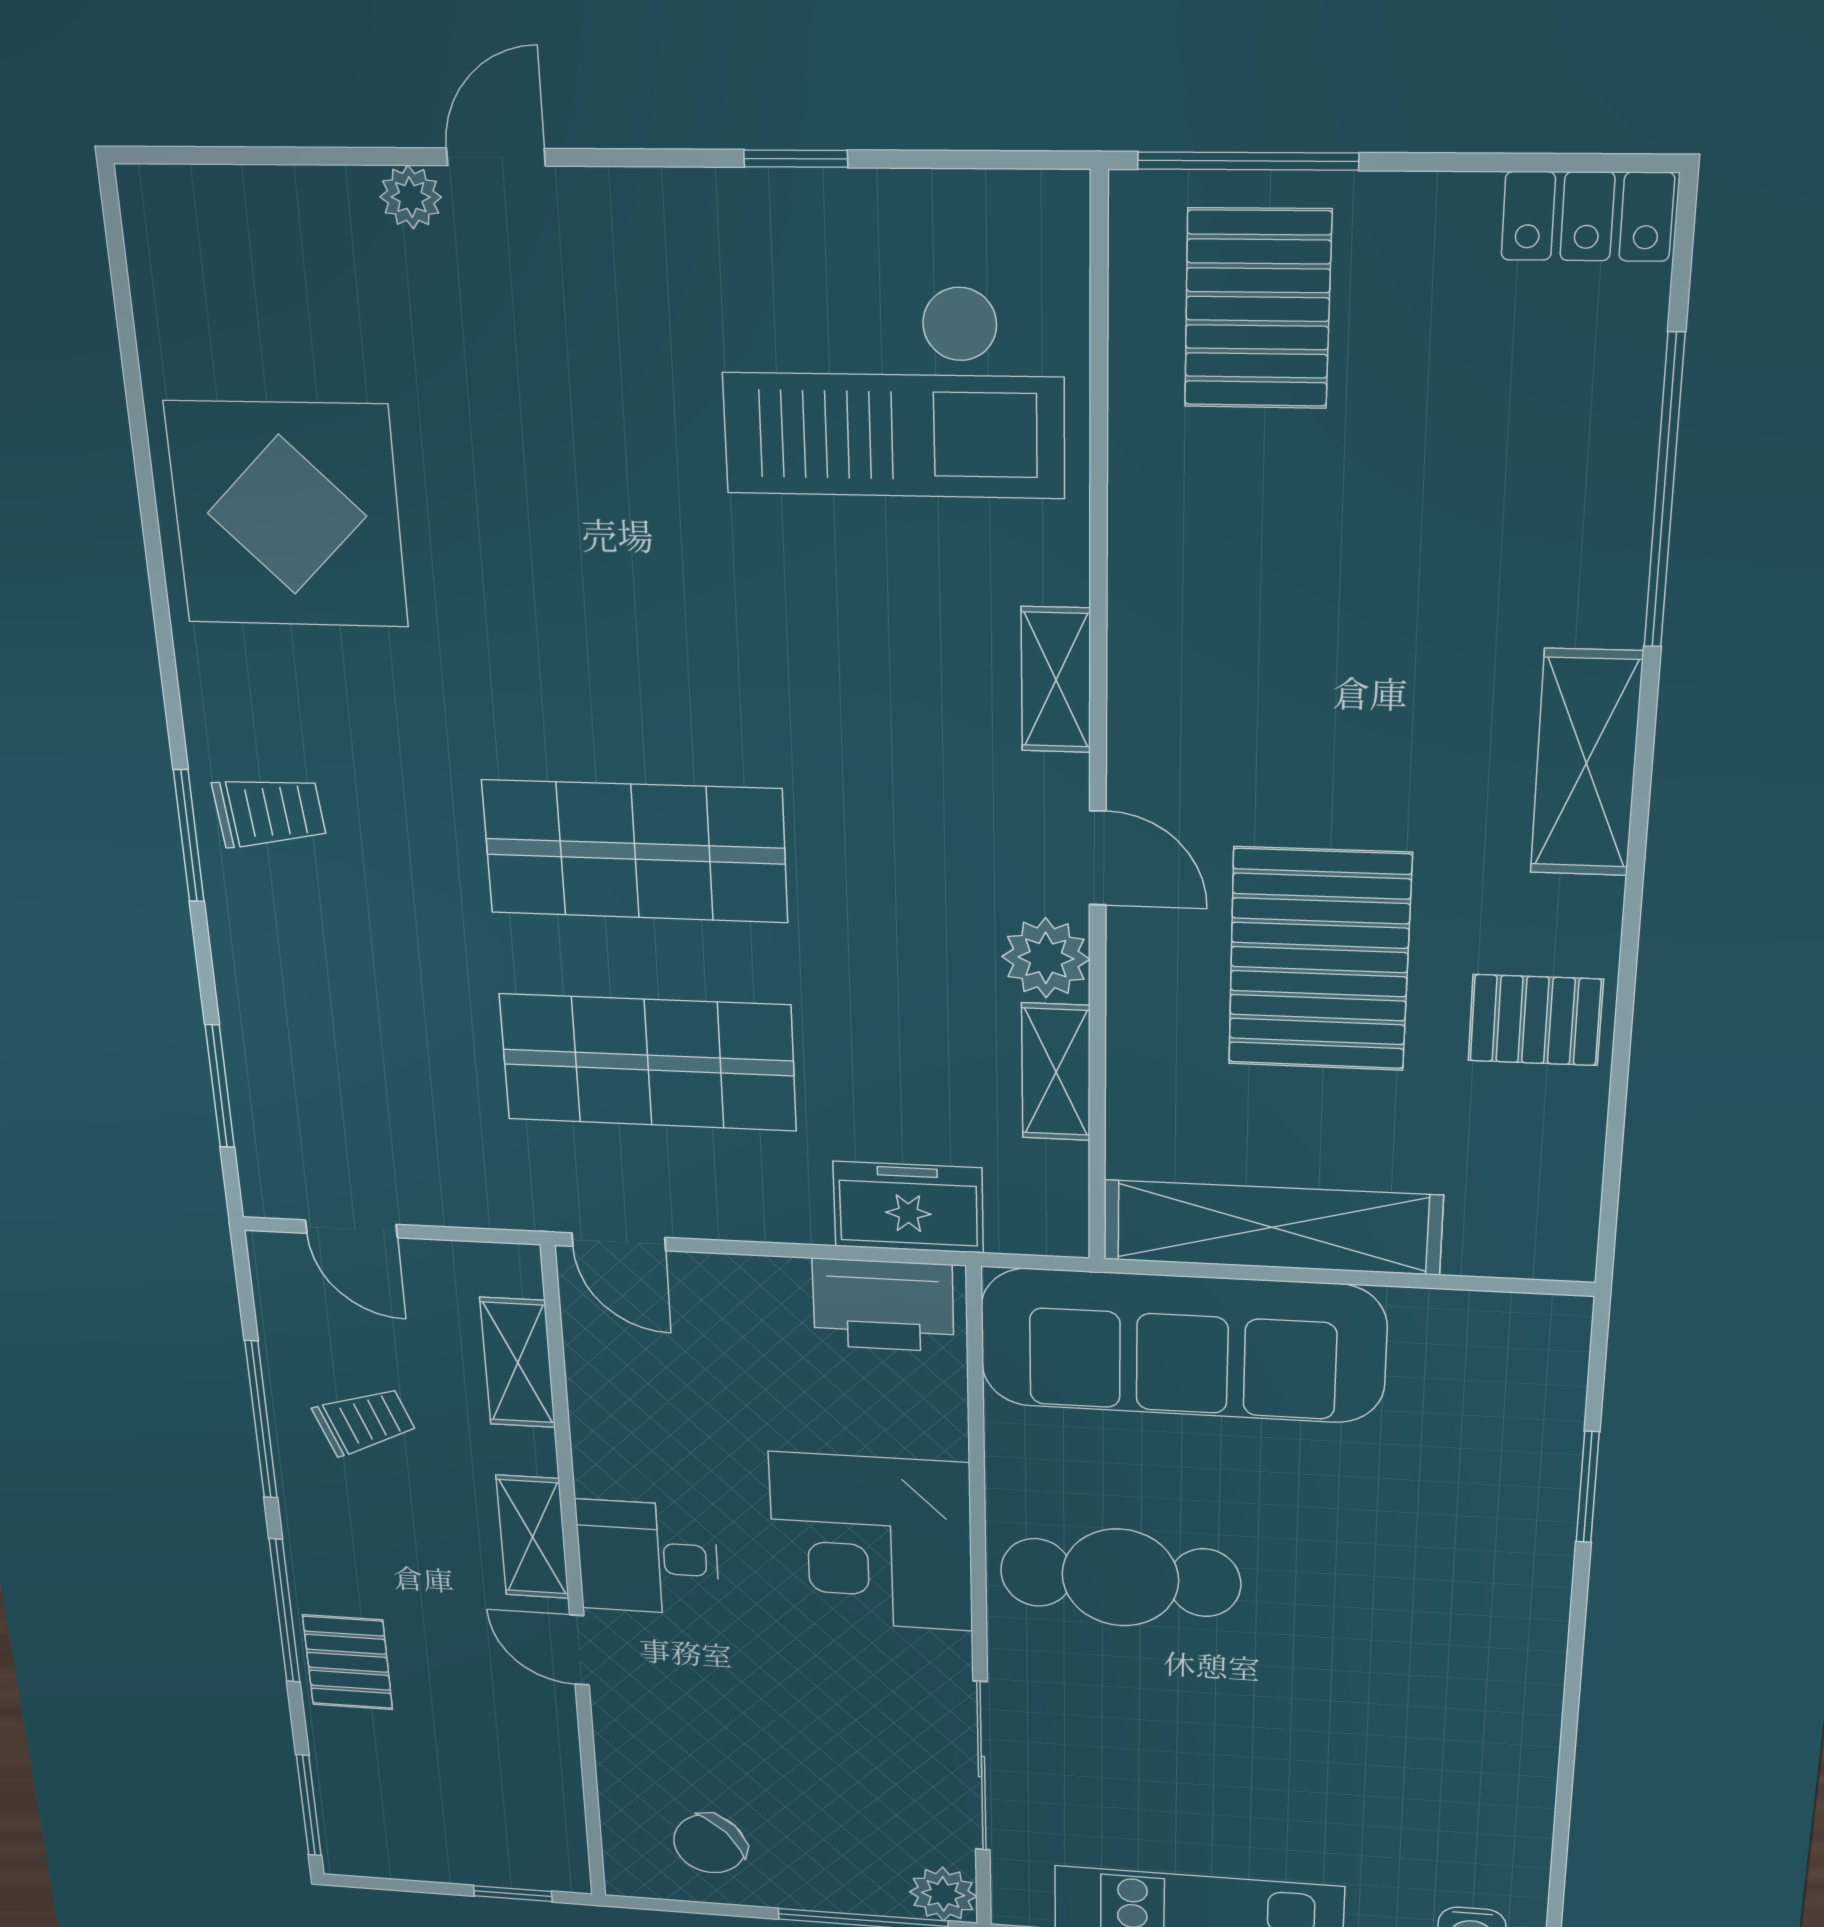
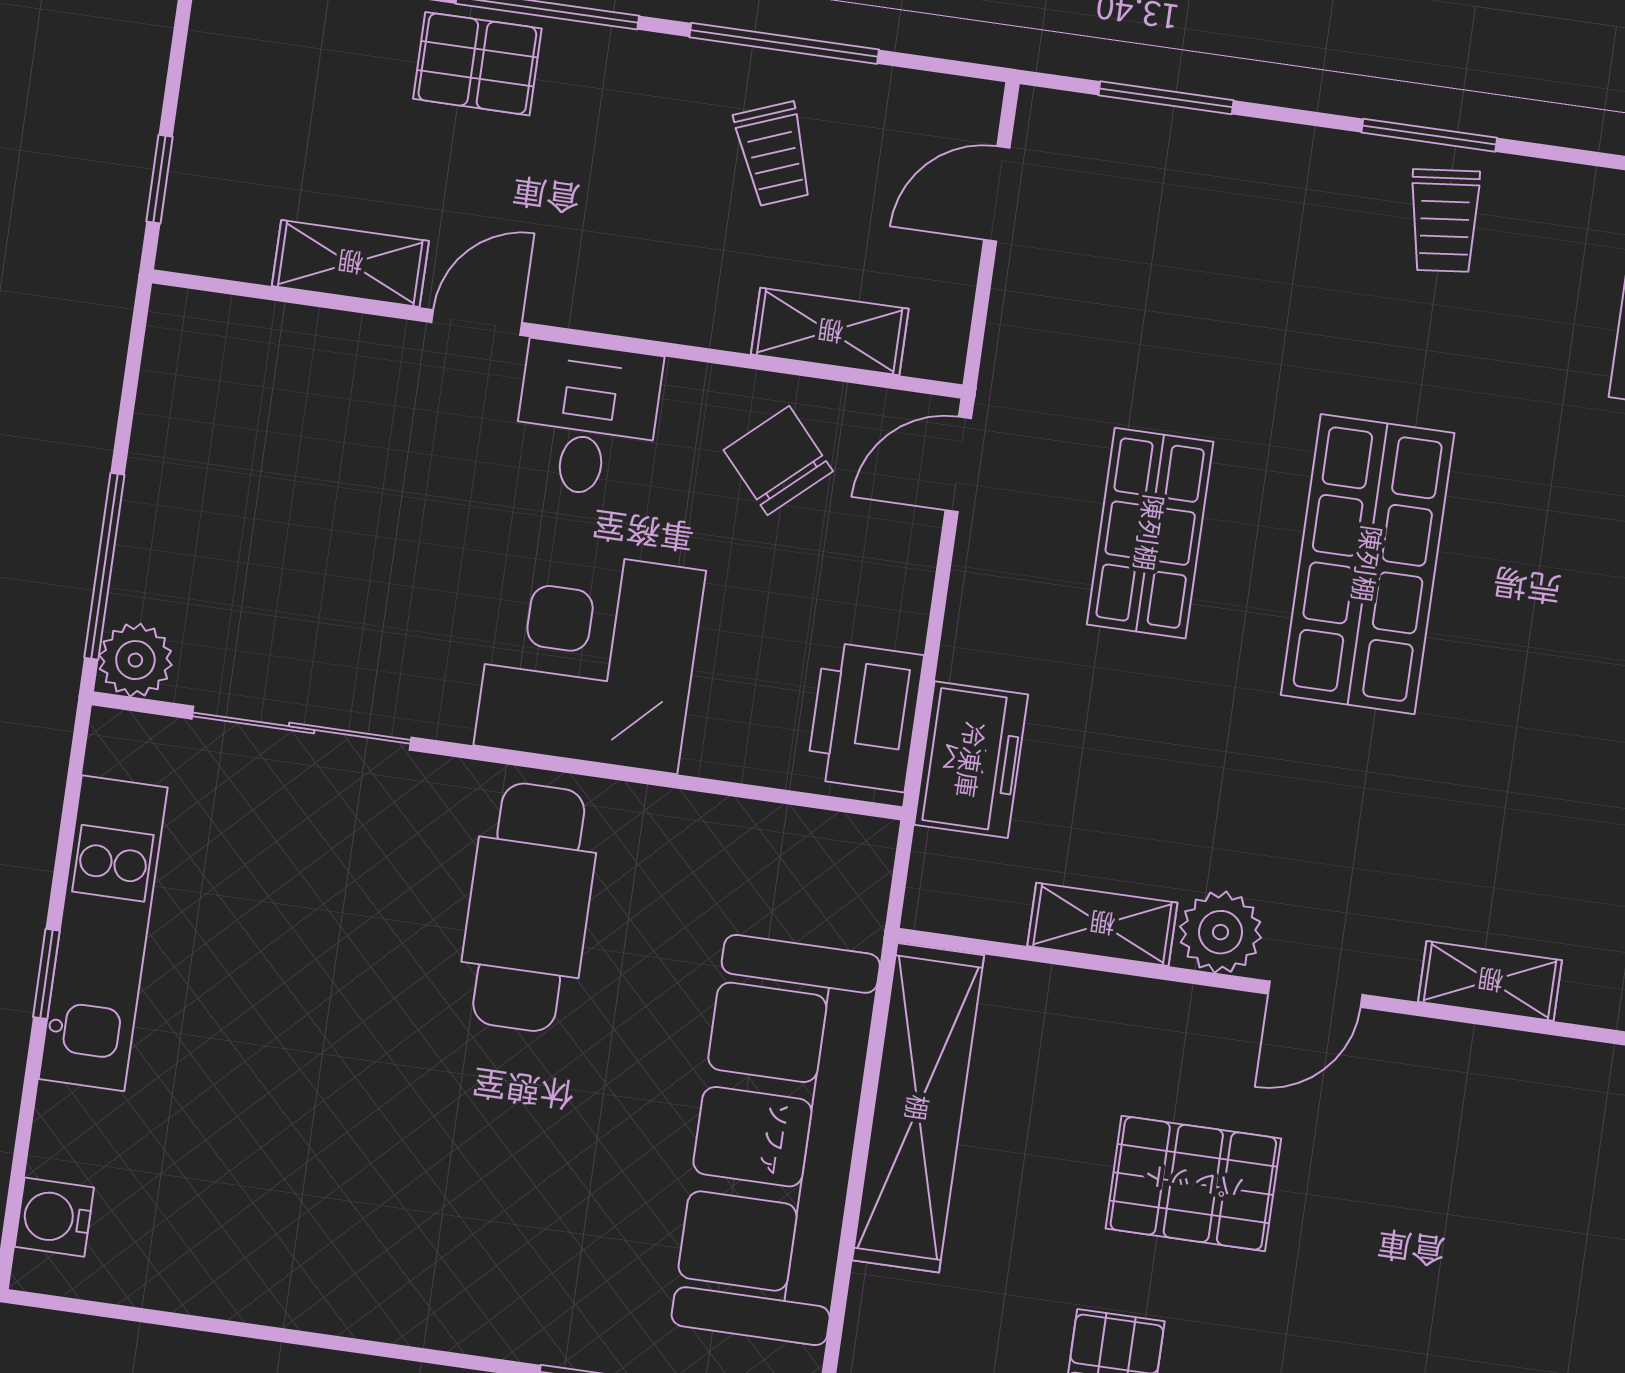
pallet: (1319, 960) -> (1193, 1183), width x0.73, depth x0.71
shop shelf: (648, 1063) -> (1150, 533), width x0.70, depth x0.74
sofa: (1182, 1346) -> (776, 1140), moved
shelving: (533, 1537) -> (350, 263), moved
chair: (710, 1844) -> (778, 461), moved

